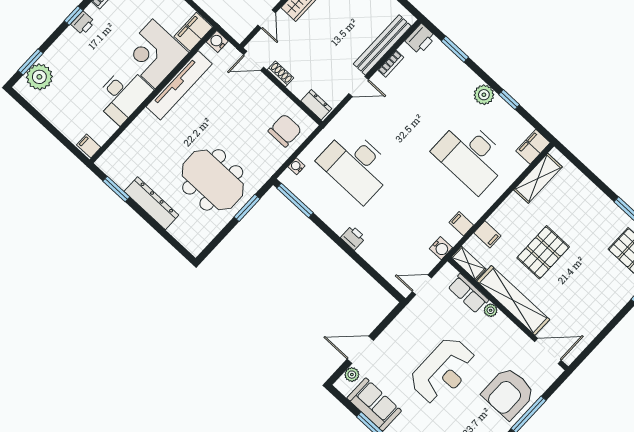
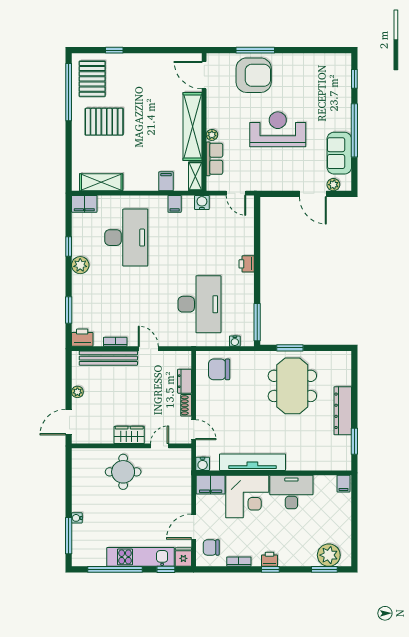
dresser: (316, 105) -> (185, 381), moved
pallet: (543, 252) -> (104, 122), moved

